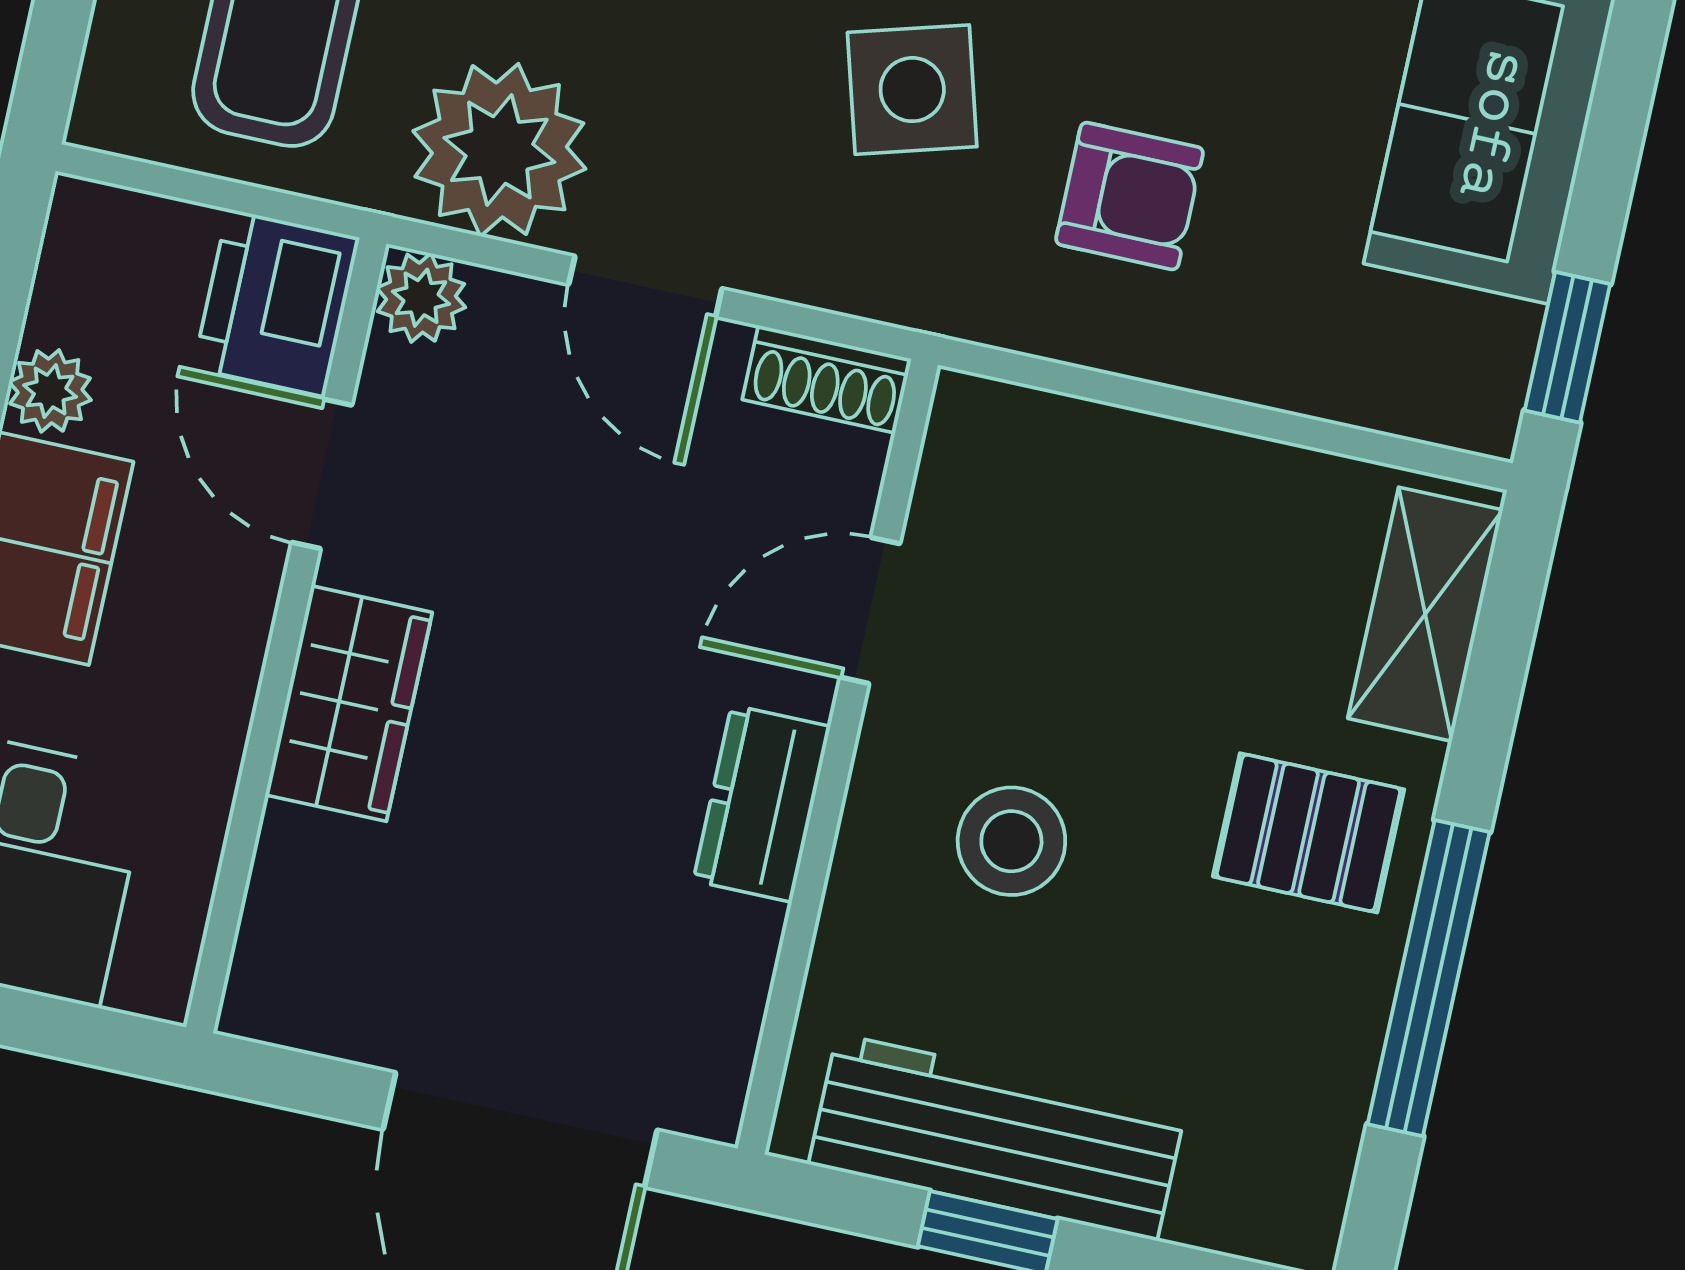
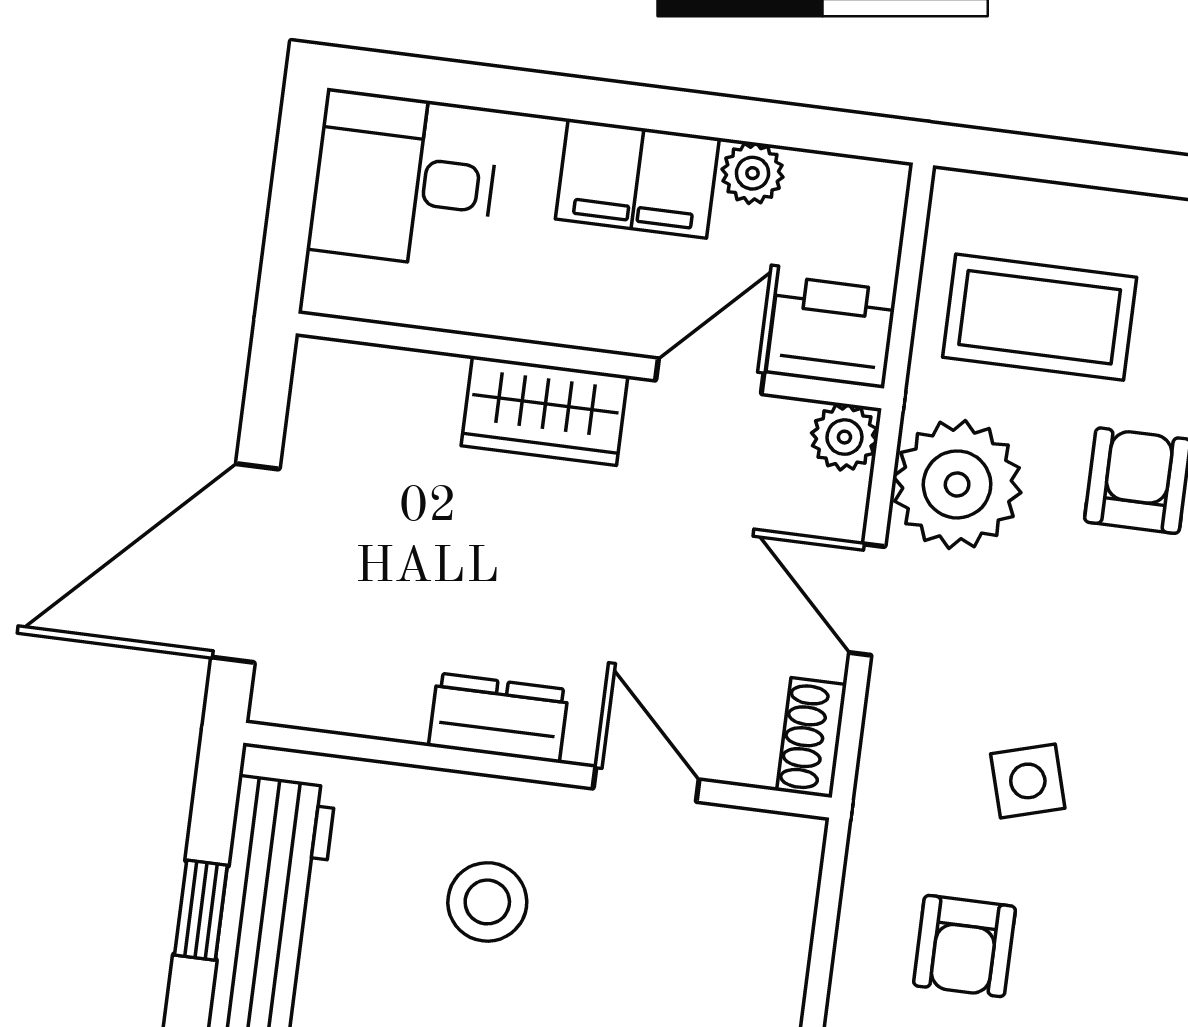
side table: (912, 90) -> (1028, 781), width x0.73, depth x0.73
door: (645, 286) -> (867, 600), hinge flipped

